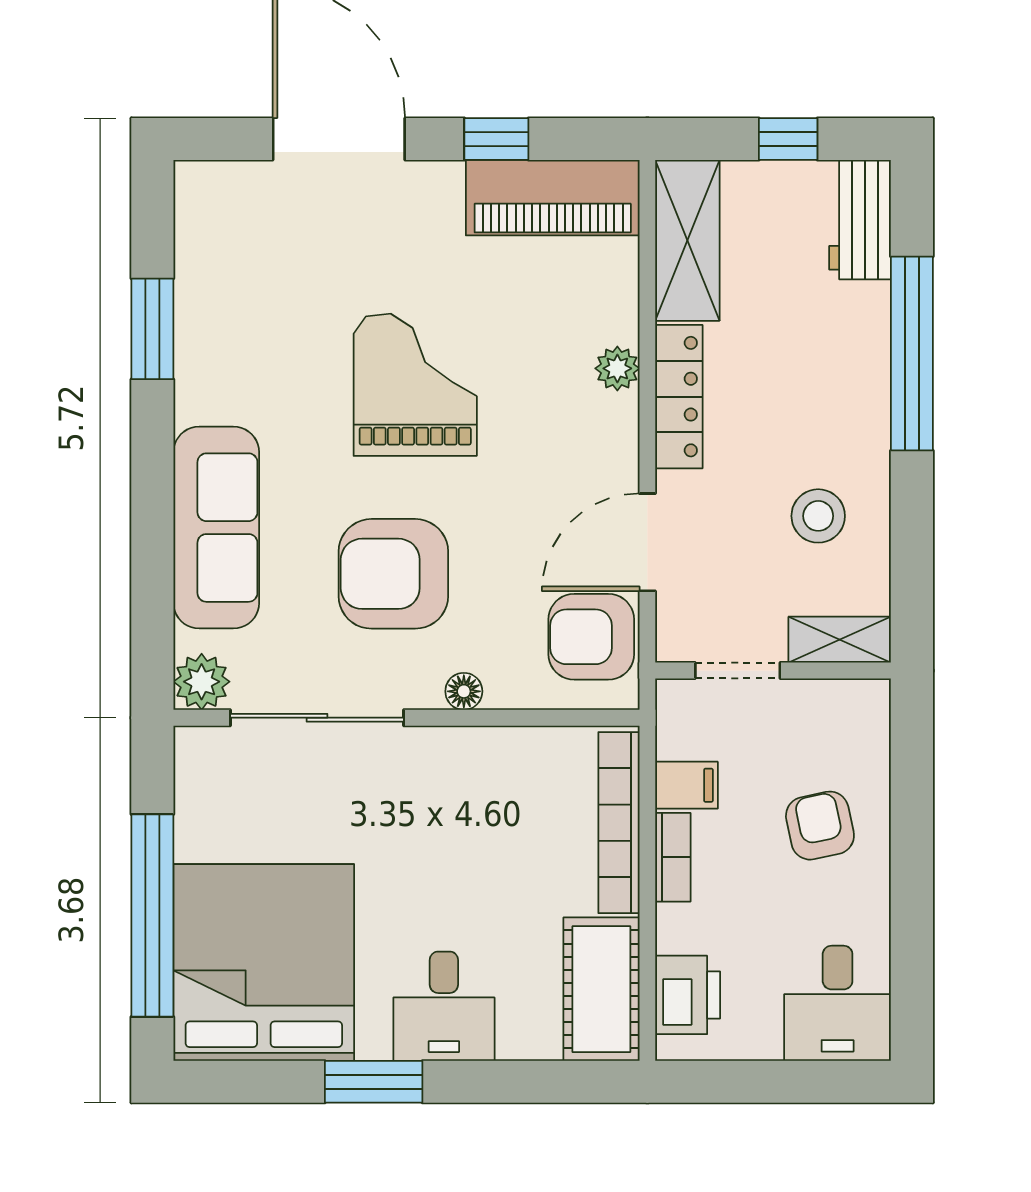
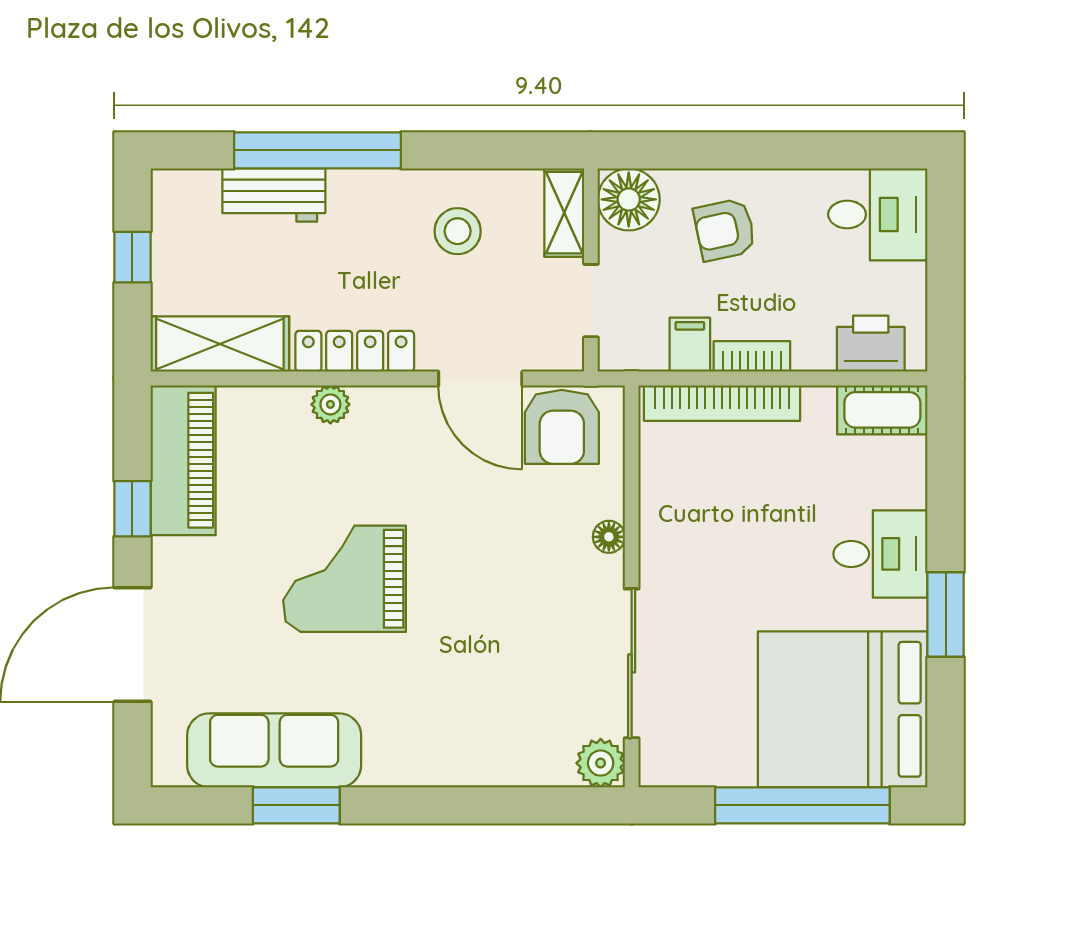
workbench: (860, 220) -> (274, 195), moved
sofa: (216, 528) -> (274, 750), moved
armchair: (393, 574) -> (507, 598), removed
floor lamp: (855, 714) -> (629, 199), added
cot: (601, 989) -> (882, 410), width x0.73, depth x0.75

